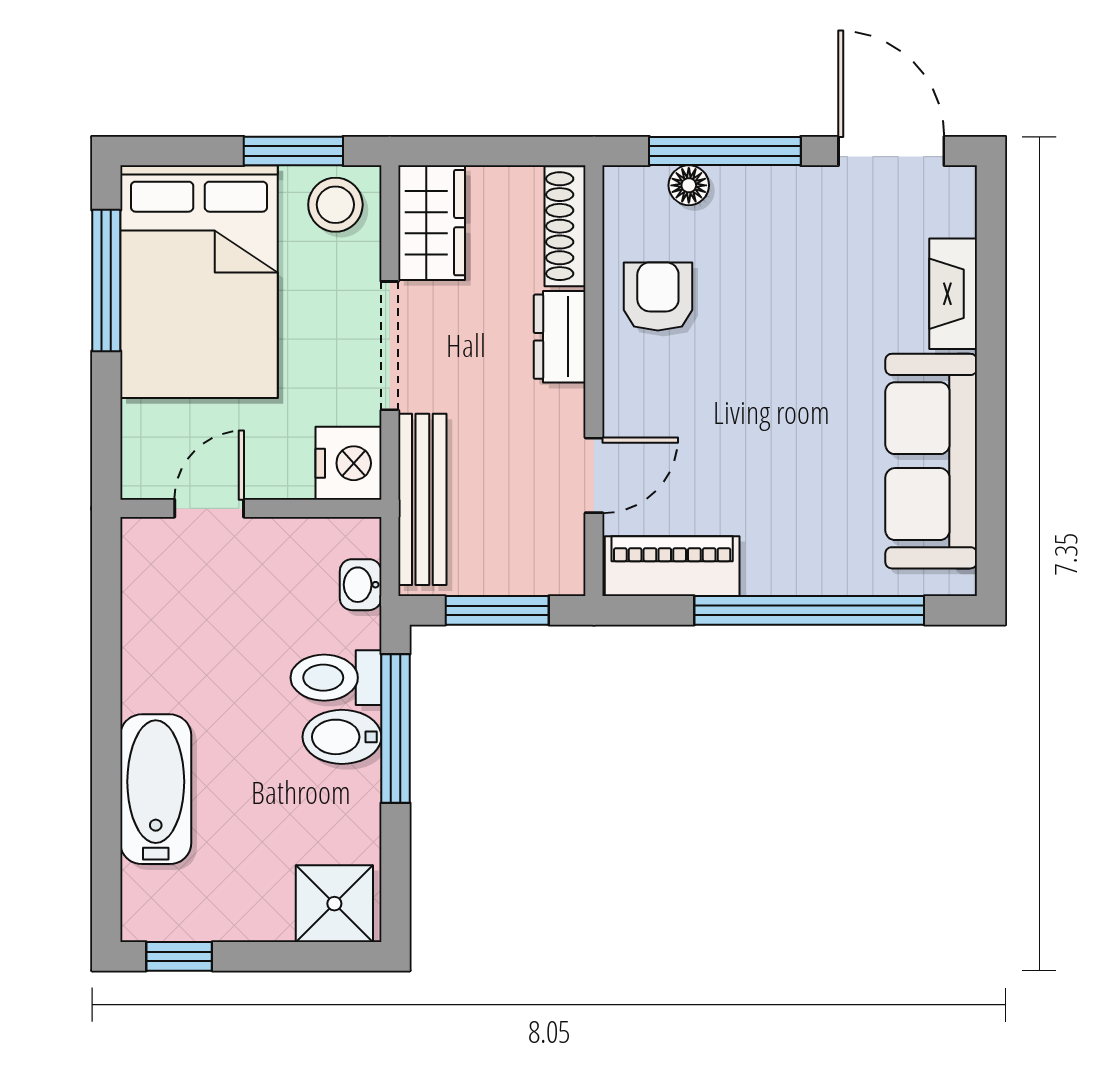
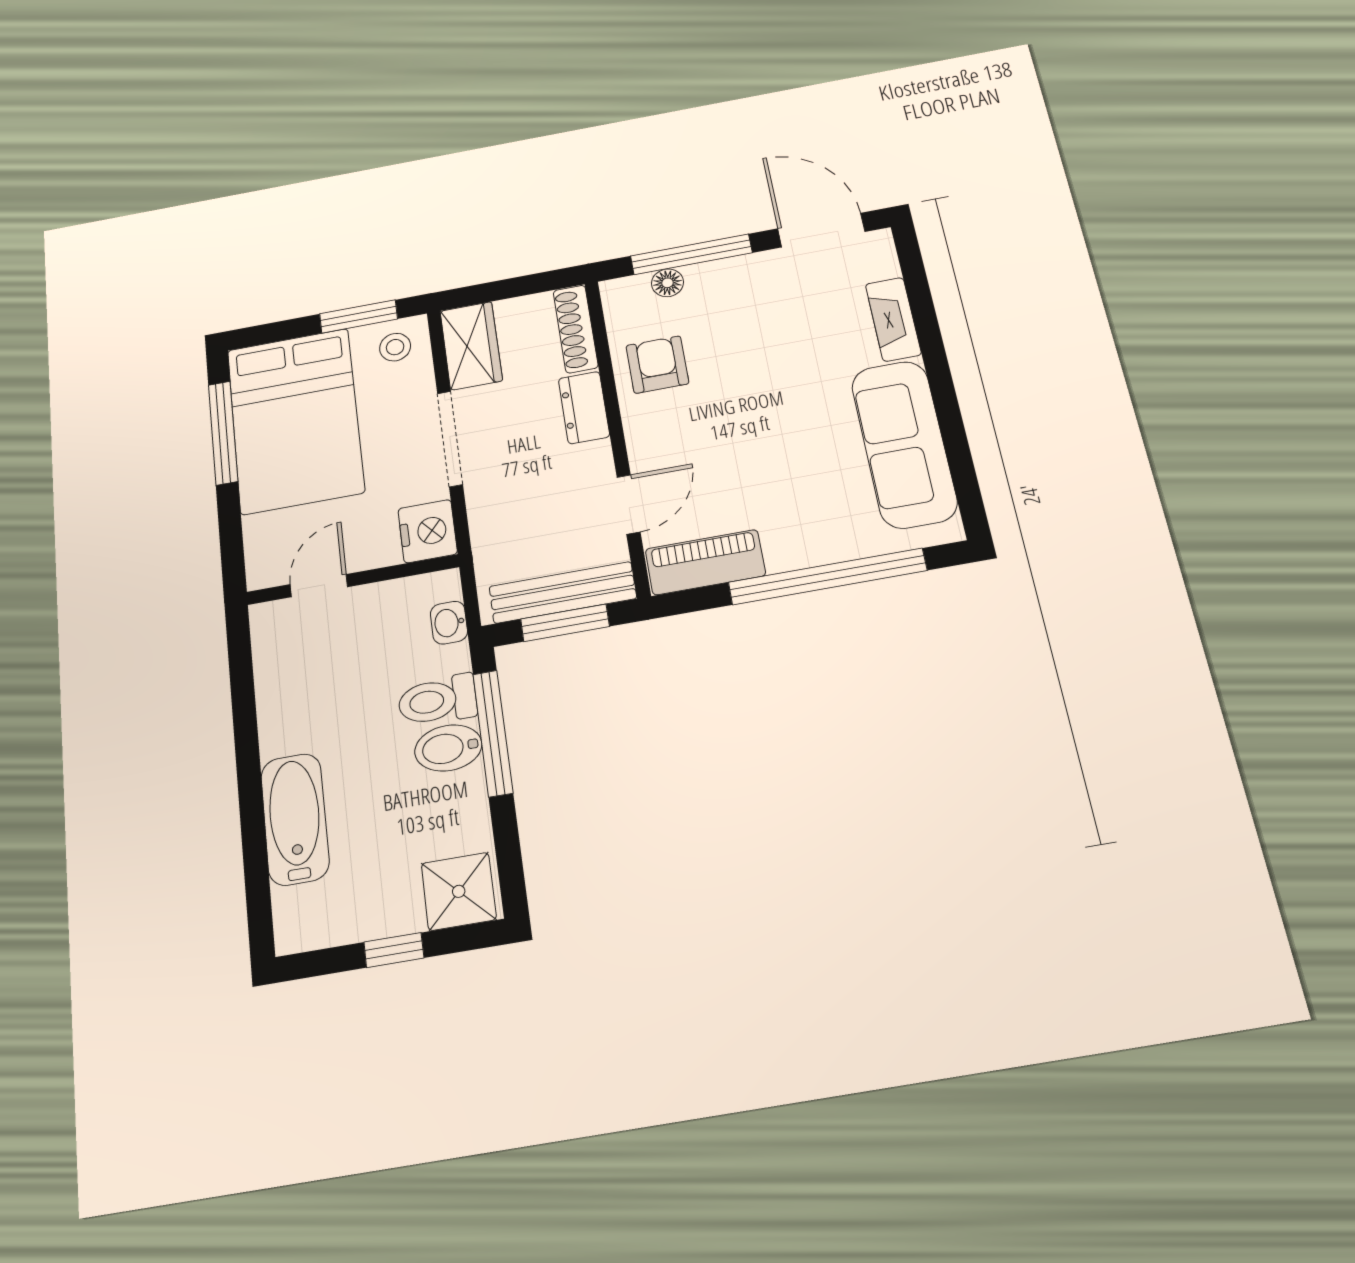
stool: (335, 205) -> (395, 347), width x0.73, depth x0.73
bench: (422, 499) -> (563, 592), moved, turned 90
window: (179, 956) -> (394, 950), moved

